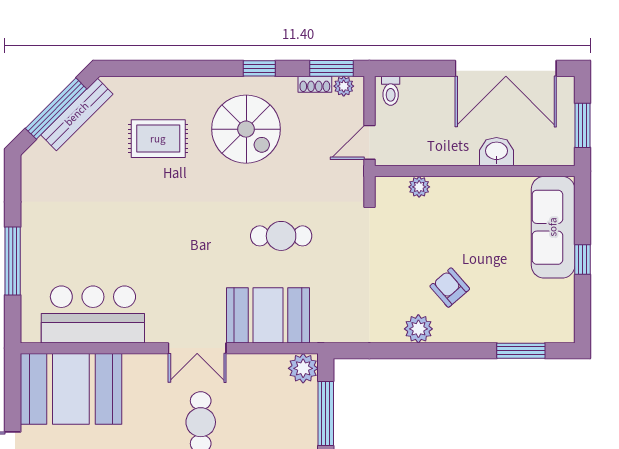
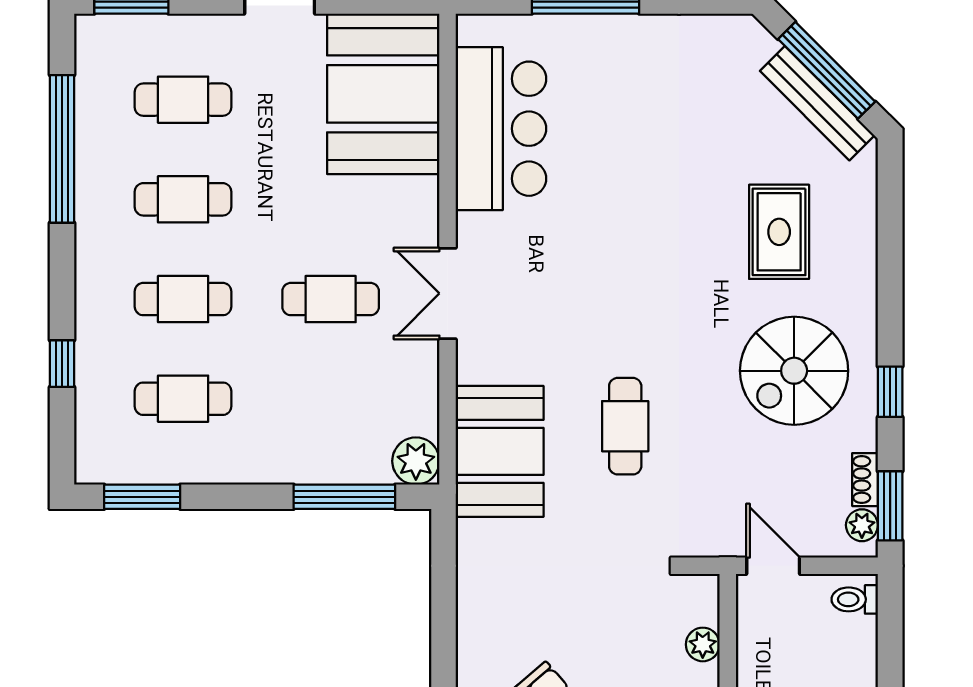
booth: (268, 315) -> (500, 451), moved
plant: (418, 329) -> (478, 643), removed

